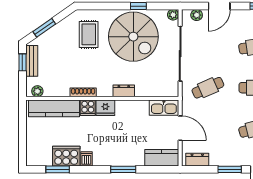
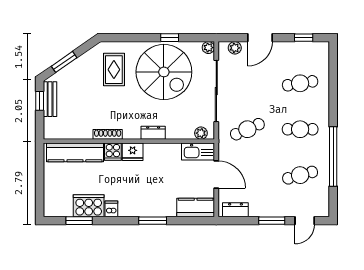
plant: (37, 91) -> (201, 133), moved

